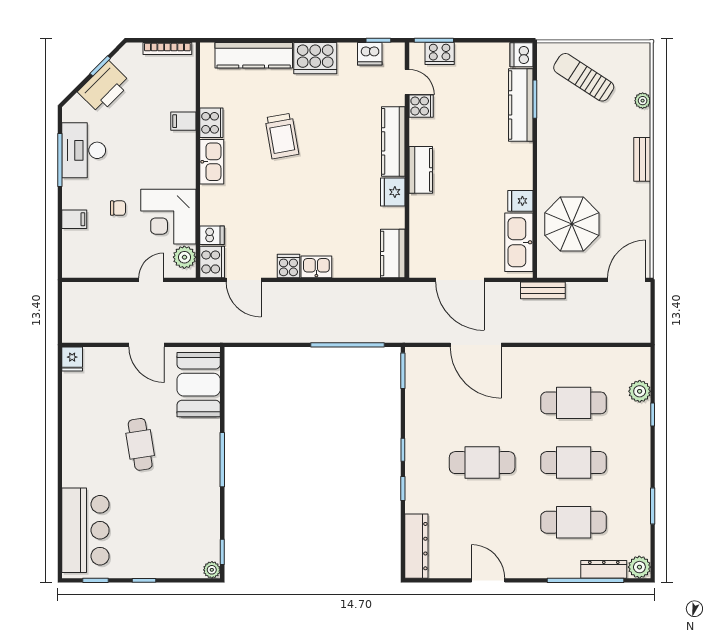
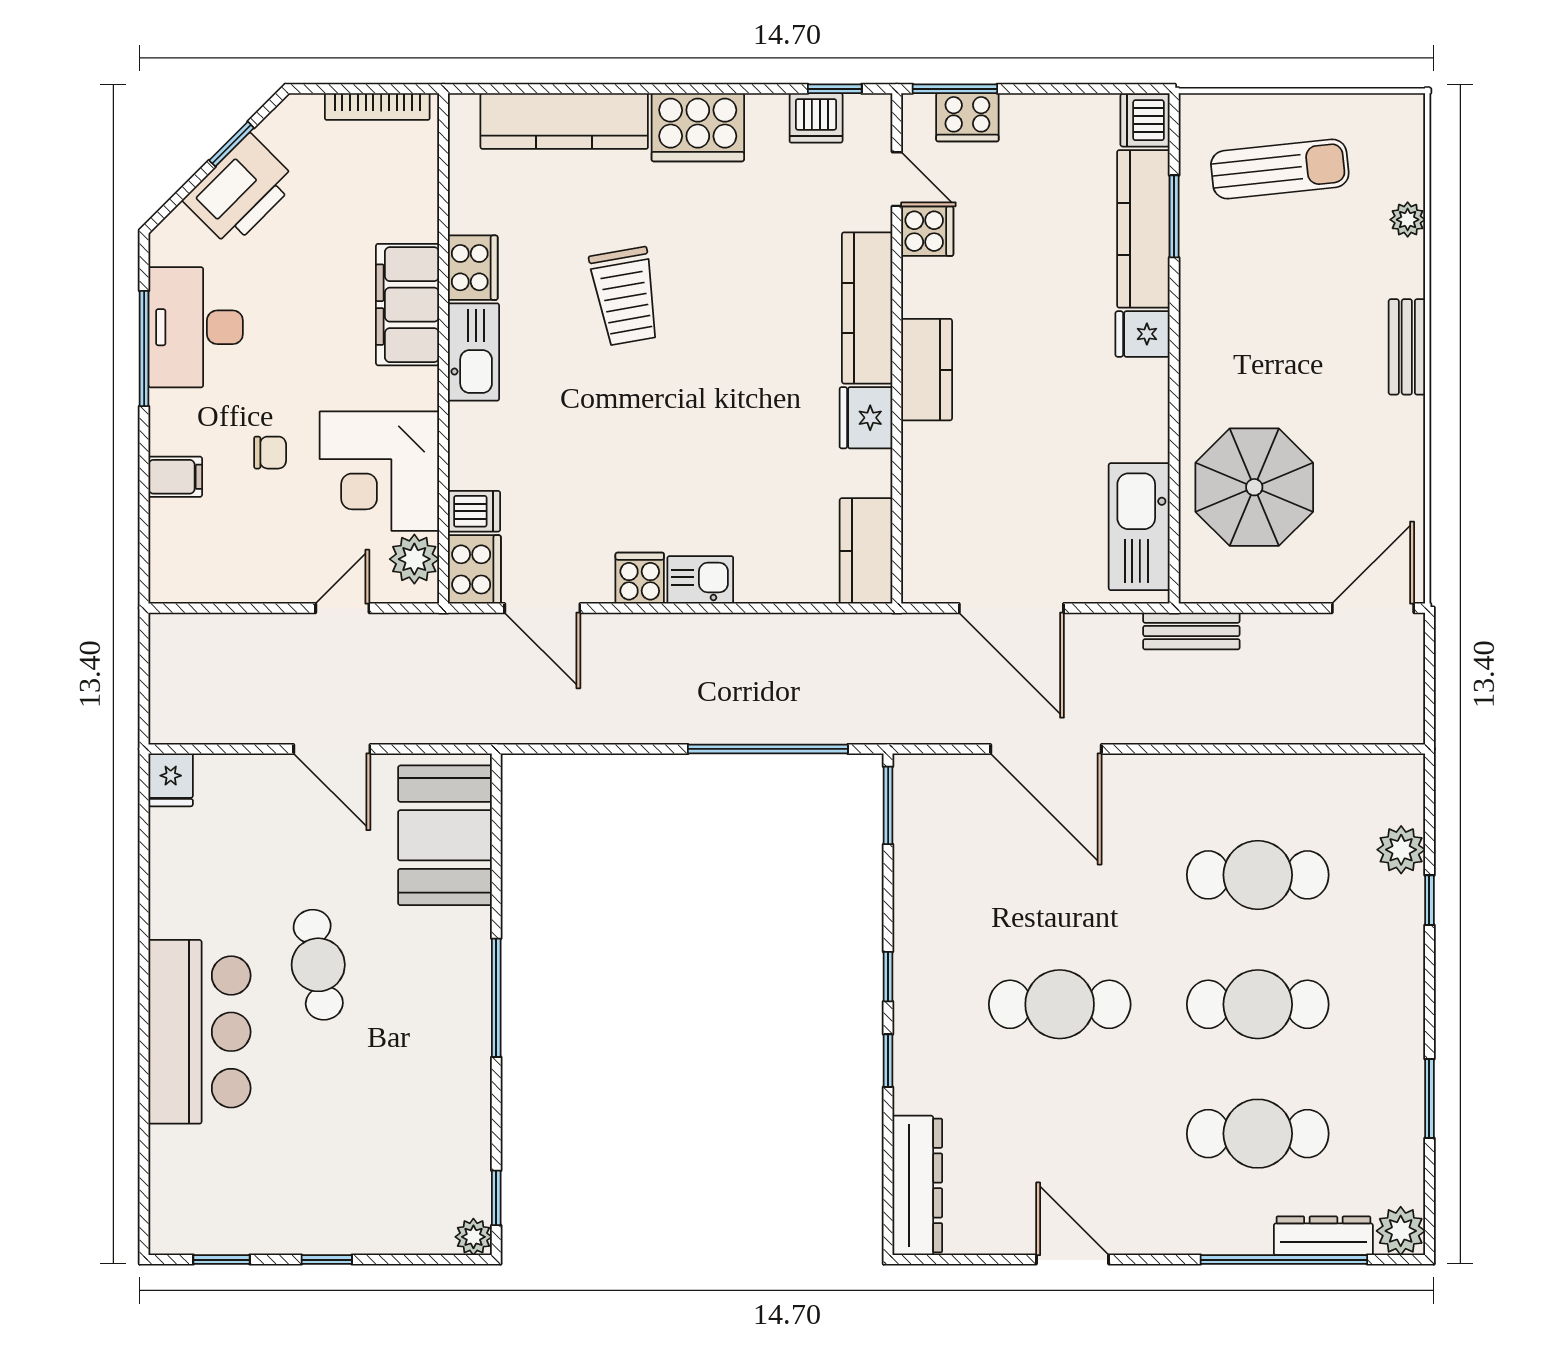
sun lounger: (584, 77) -> (1280, 169), turned 141
filing cabinet: (183, 121) -> (408, 305), width x3.00, depth x1.17
fridge: (520, 201) -> (1143, 334), moved
bar counter: (85, 530) -> (200, 1032), moved

